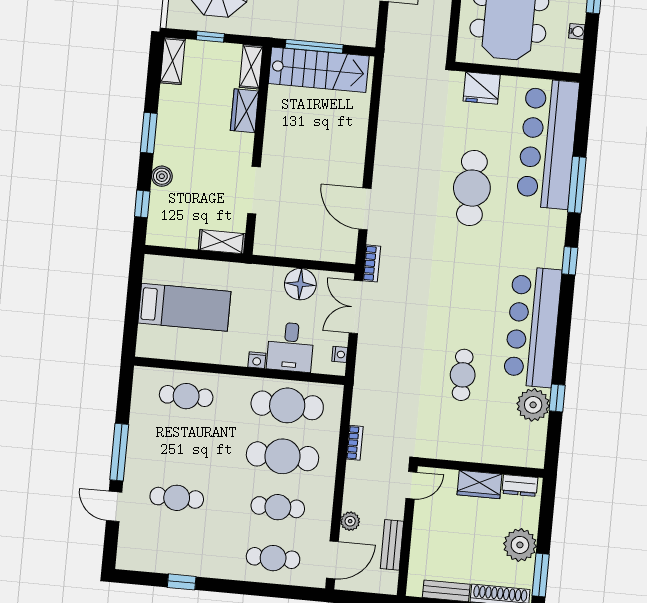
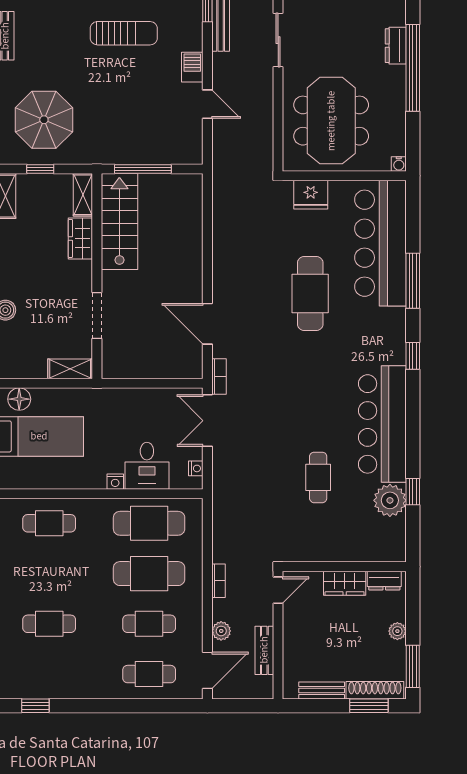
water cooler: (577, 31) -> (399, 164), moved, turned 90
stairs: (319, 70) -> (119, 222), moved, turned -90
floor lamp: (300, 284) -> (19, 399), moved, width x0.73, depth x0.73
bookcase: (355, 443) -> (218, 581), moved
plant: (520, 545) -> (397, 631), width x0.53, depth x0.53
window: (182, 582) -> (35, 706), moved

